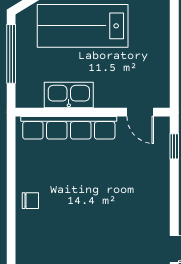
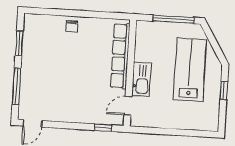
kitchen sink: (69, 95) -> (141, 79), moved

